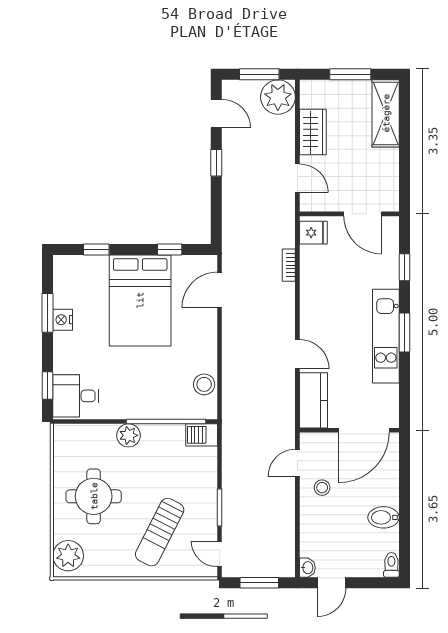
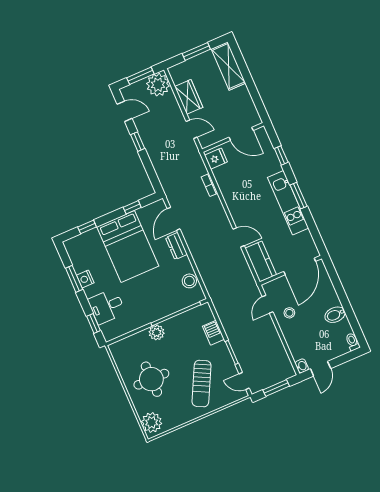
dresser: (207, 329) -> (176, 246), added
desk: (76, 396) -> (107, 306), moved
barbecue: (202, 435) -> (213, 333), moved, turned 90

